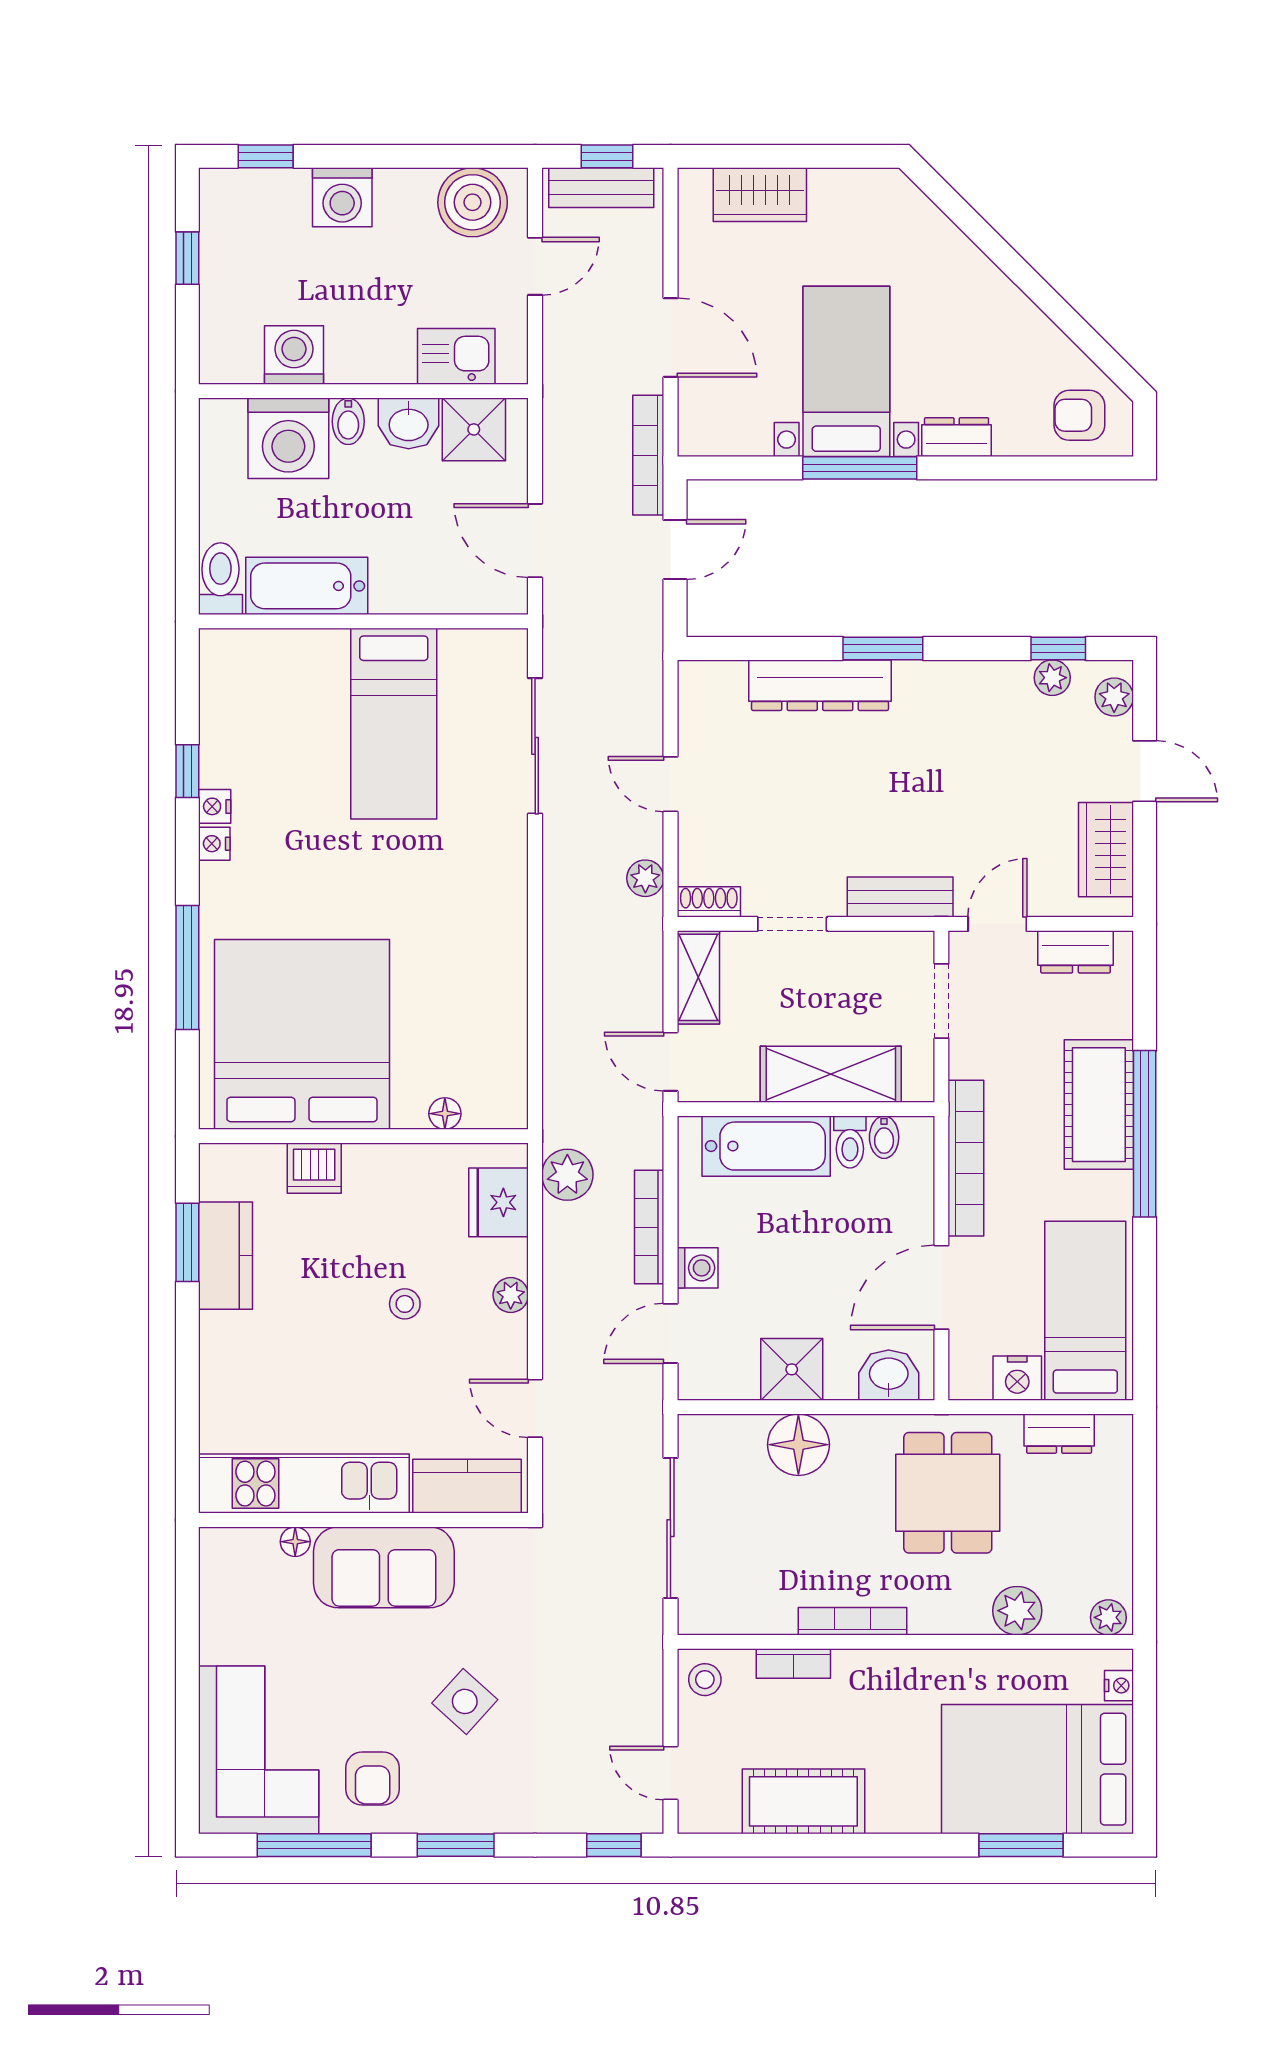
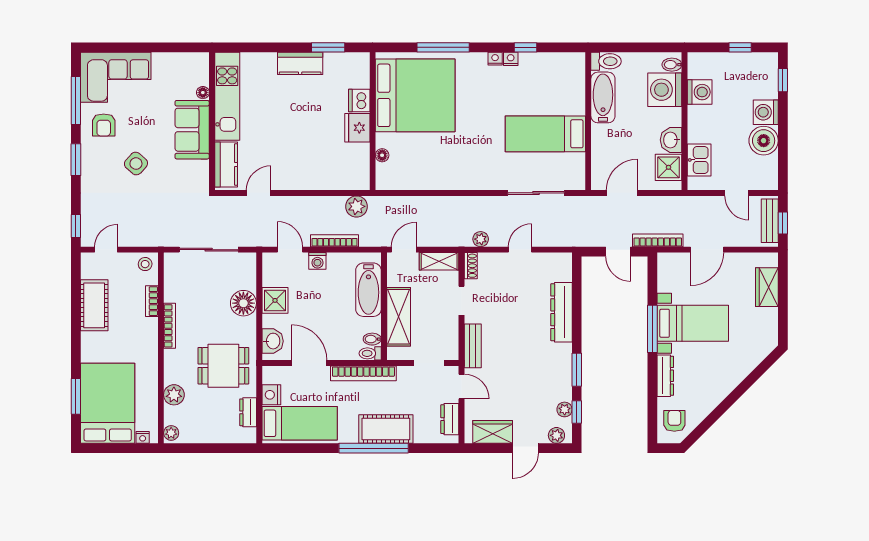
boiler: (473, 202) -> (764, 141), moved
bidet: (348, 421) -> (672, 65), moved
dresser: (957, 437) -> (665, 376), width x1.44
window: (883, 649) -> (577, 370), moved
toilet: (850, 1142) -> (370, 353), moved
fridge: (499, 1202) -> (357, 128), moved, turned -90
kitchen counter: (225, 1256) -> (300, 63), moved
plant: (511, 1295) -> (306, 183), removed
stool: (405, 1304) -> (302, 138), removed
armchair: (373, 1779) -> (104, 125), turned -90

